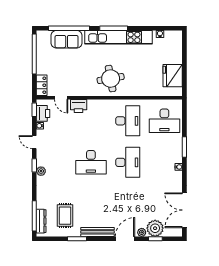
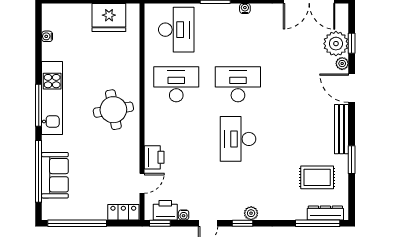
kitchen unit: (118, 37) -> (52, 98), width x0.73
desk: (91, 162) -> (238, 139), turned 180

